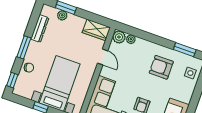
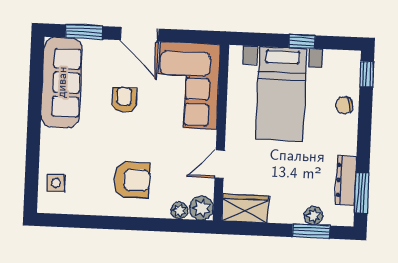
window: (24, 47) -> (362, 193), moved
window: (185, 50) -> (78, 221), removed
door: (103, 57) -> (220, 164), hinge flipped
armchair: (161, 67) -> (132, 180), moved

